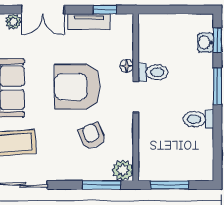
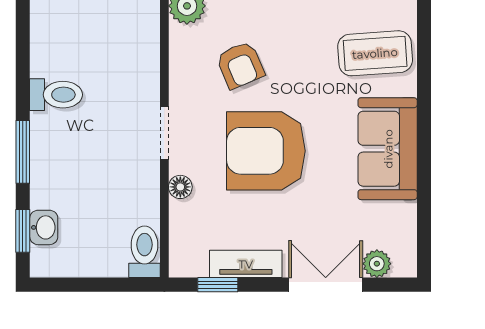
toilet: (153, 72) -> (144, 252), moved, turned 90
armchair: (77, 87) -> (266, 151), turned 180

